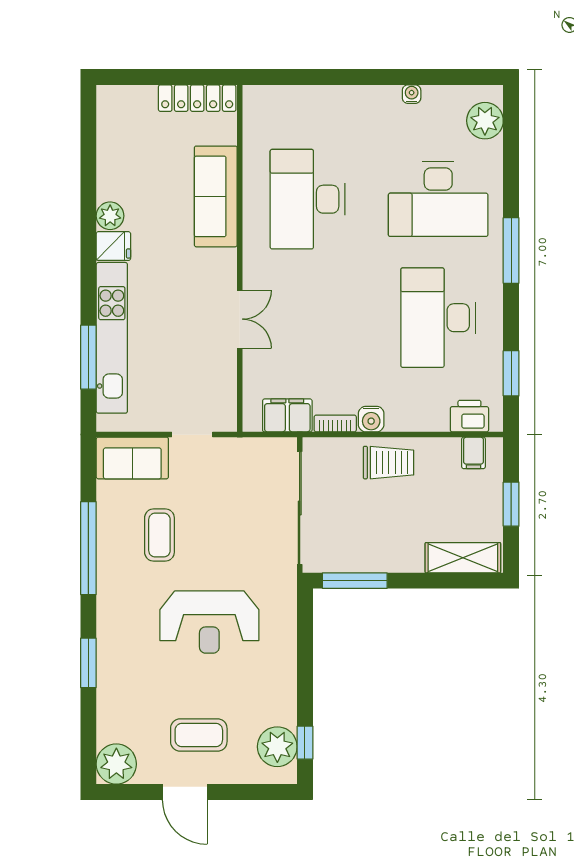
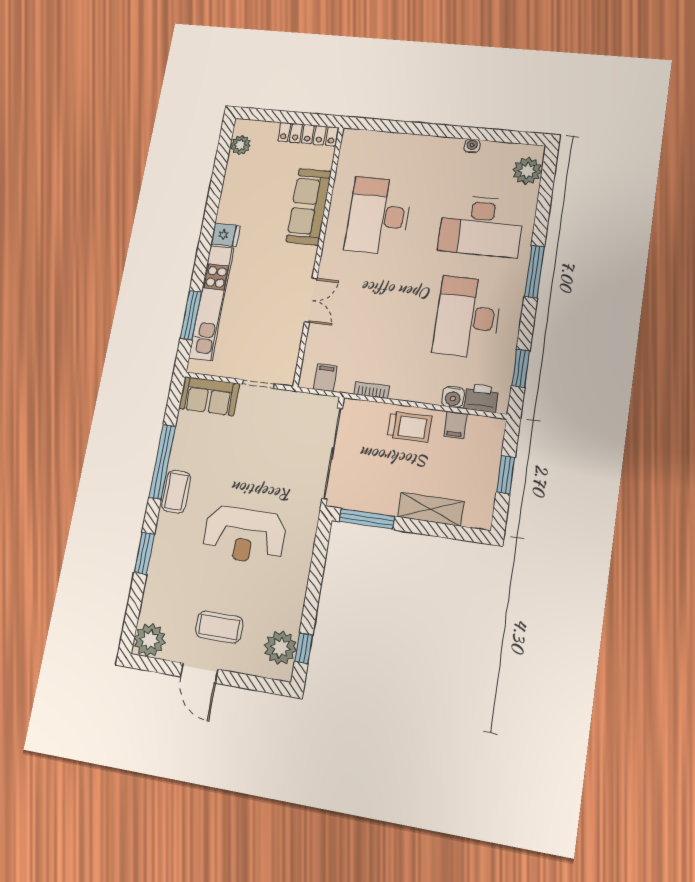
plant: (110, 216) -> (240, 145), moved
filing cabinet: (287, 415) -> (325, 378), width x0.50
water cooler: (371, 419) -> (453, 397), moved
filing cabinet: (473, 453) -> (455, 425), moved
coffee table: (159, 535) -> (176, 492), moved
shelving: (463, 558) -> (430, 509), moved

